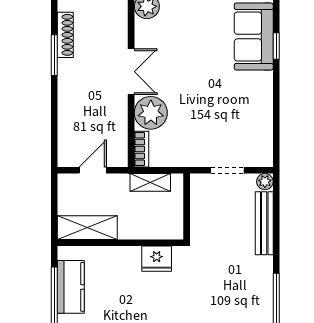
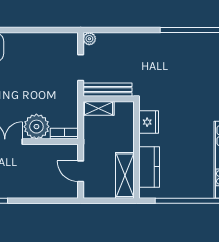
shelving: (150, 182) -> (99, 108), moved, turned 90
bench: (264, 223) -> (107, 90), moved
kitchen counter: (71, 287) -> (149, 167), moved, turned 90

